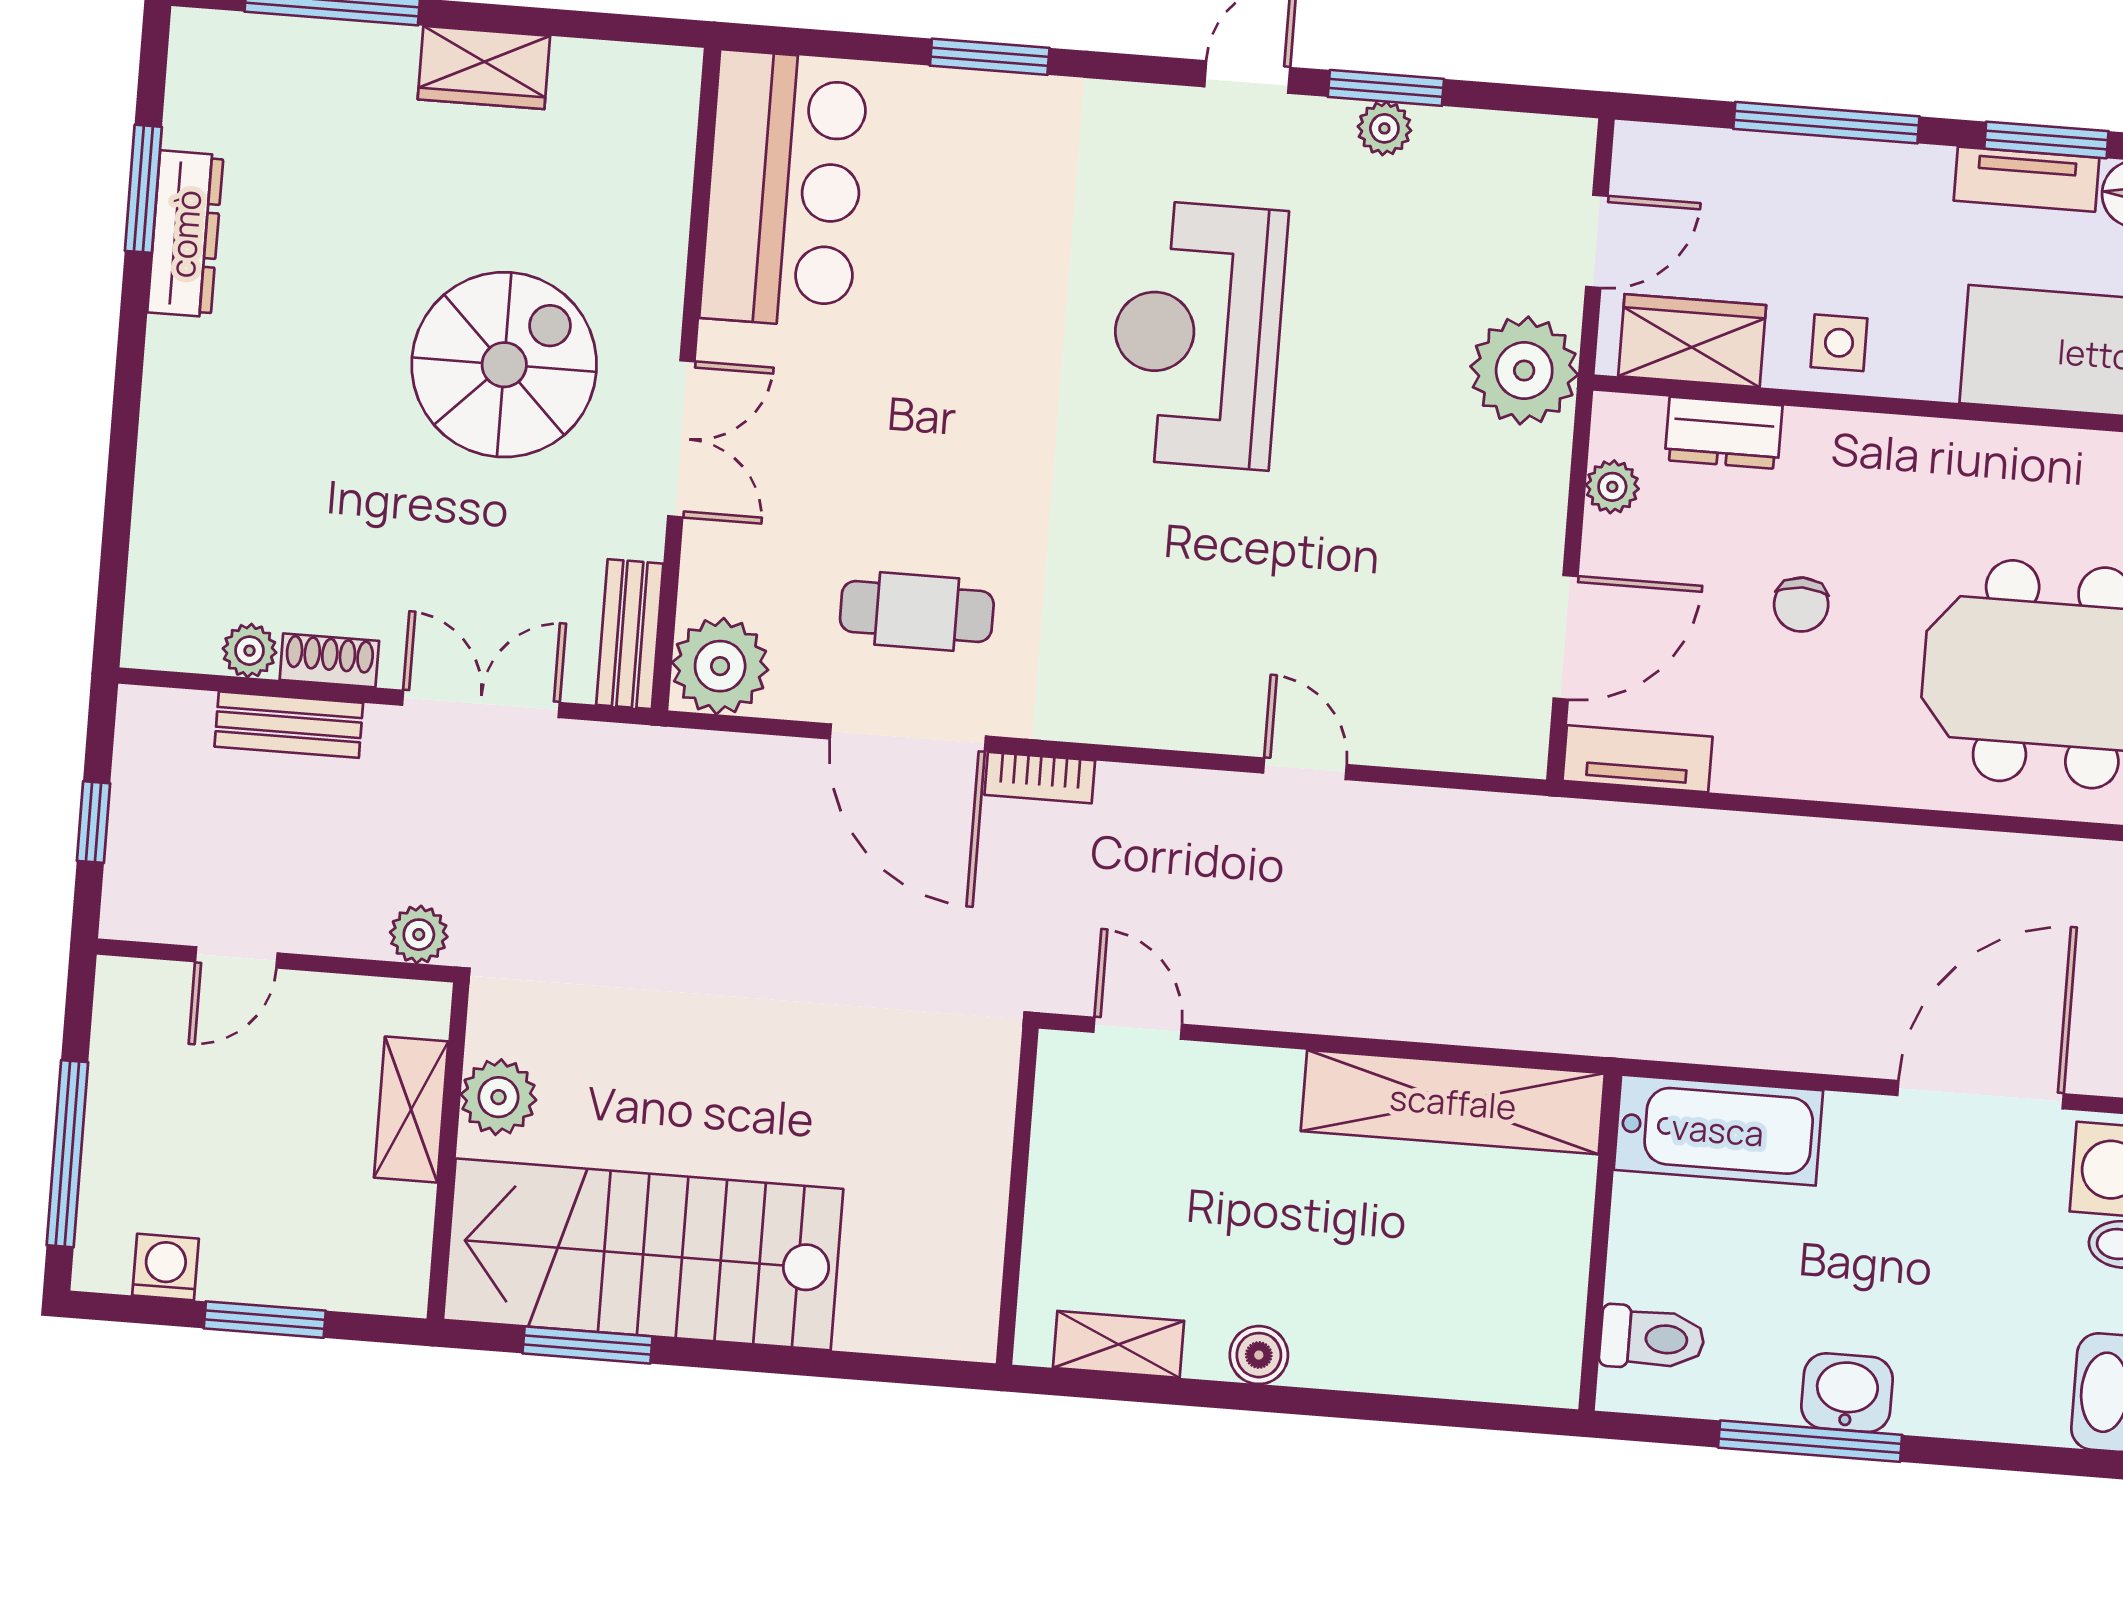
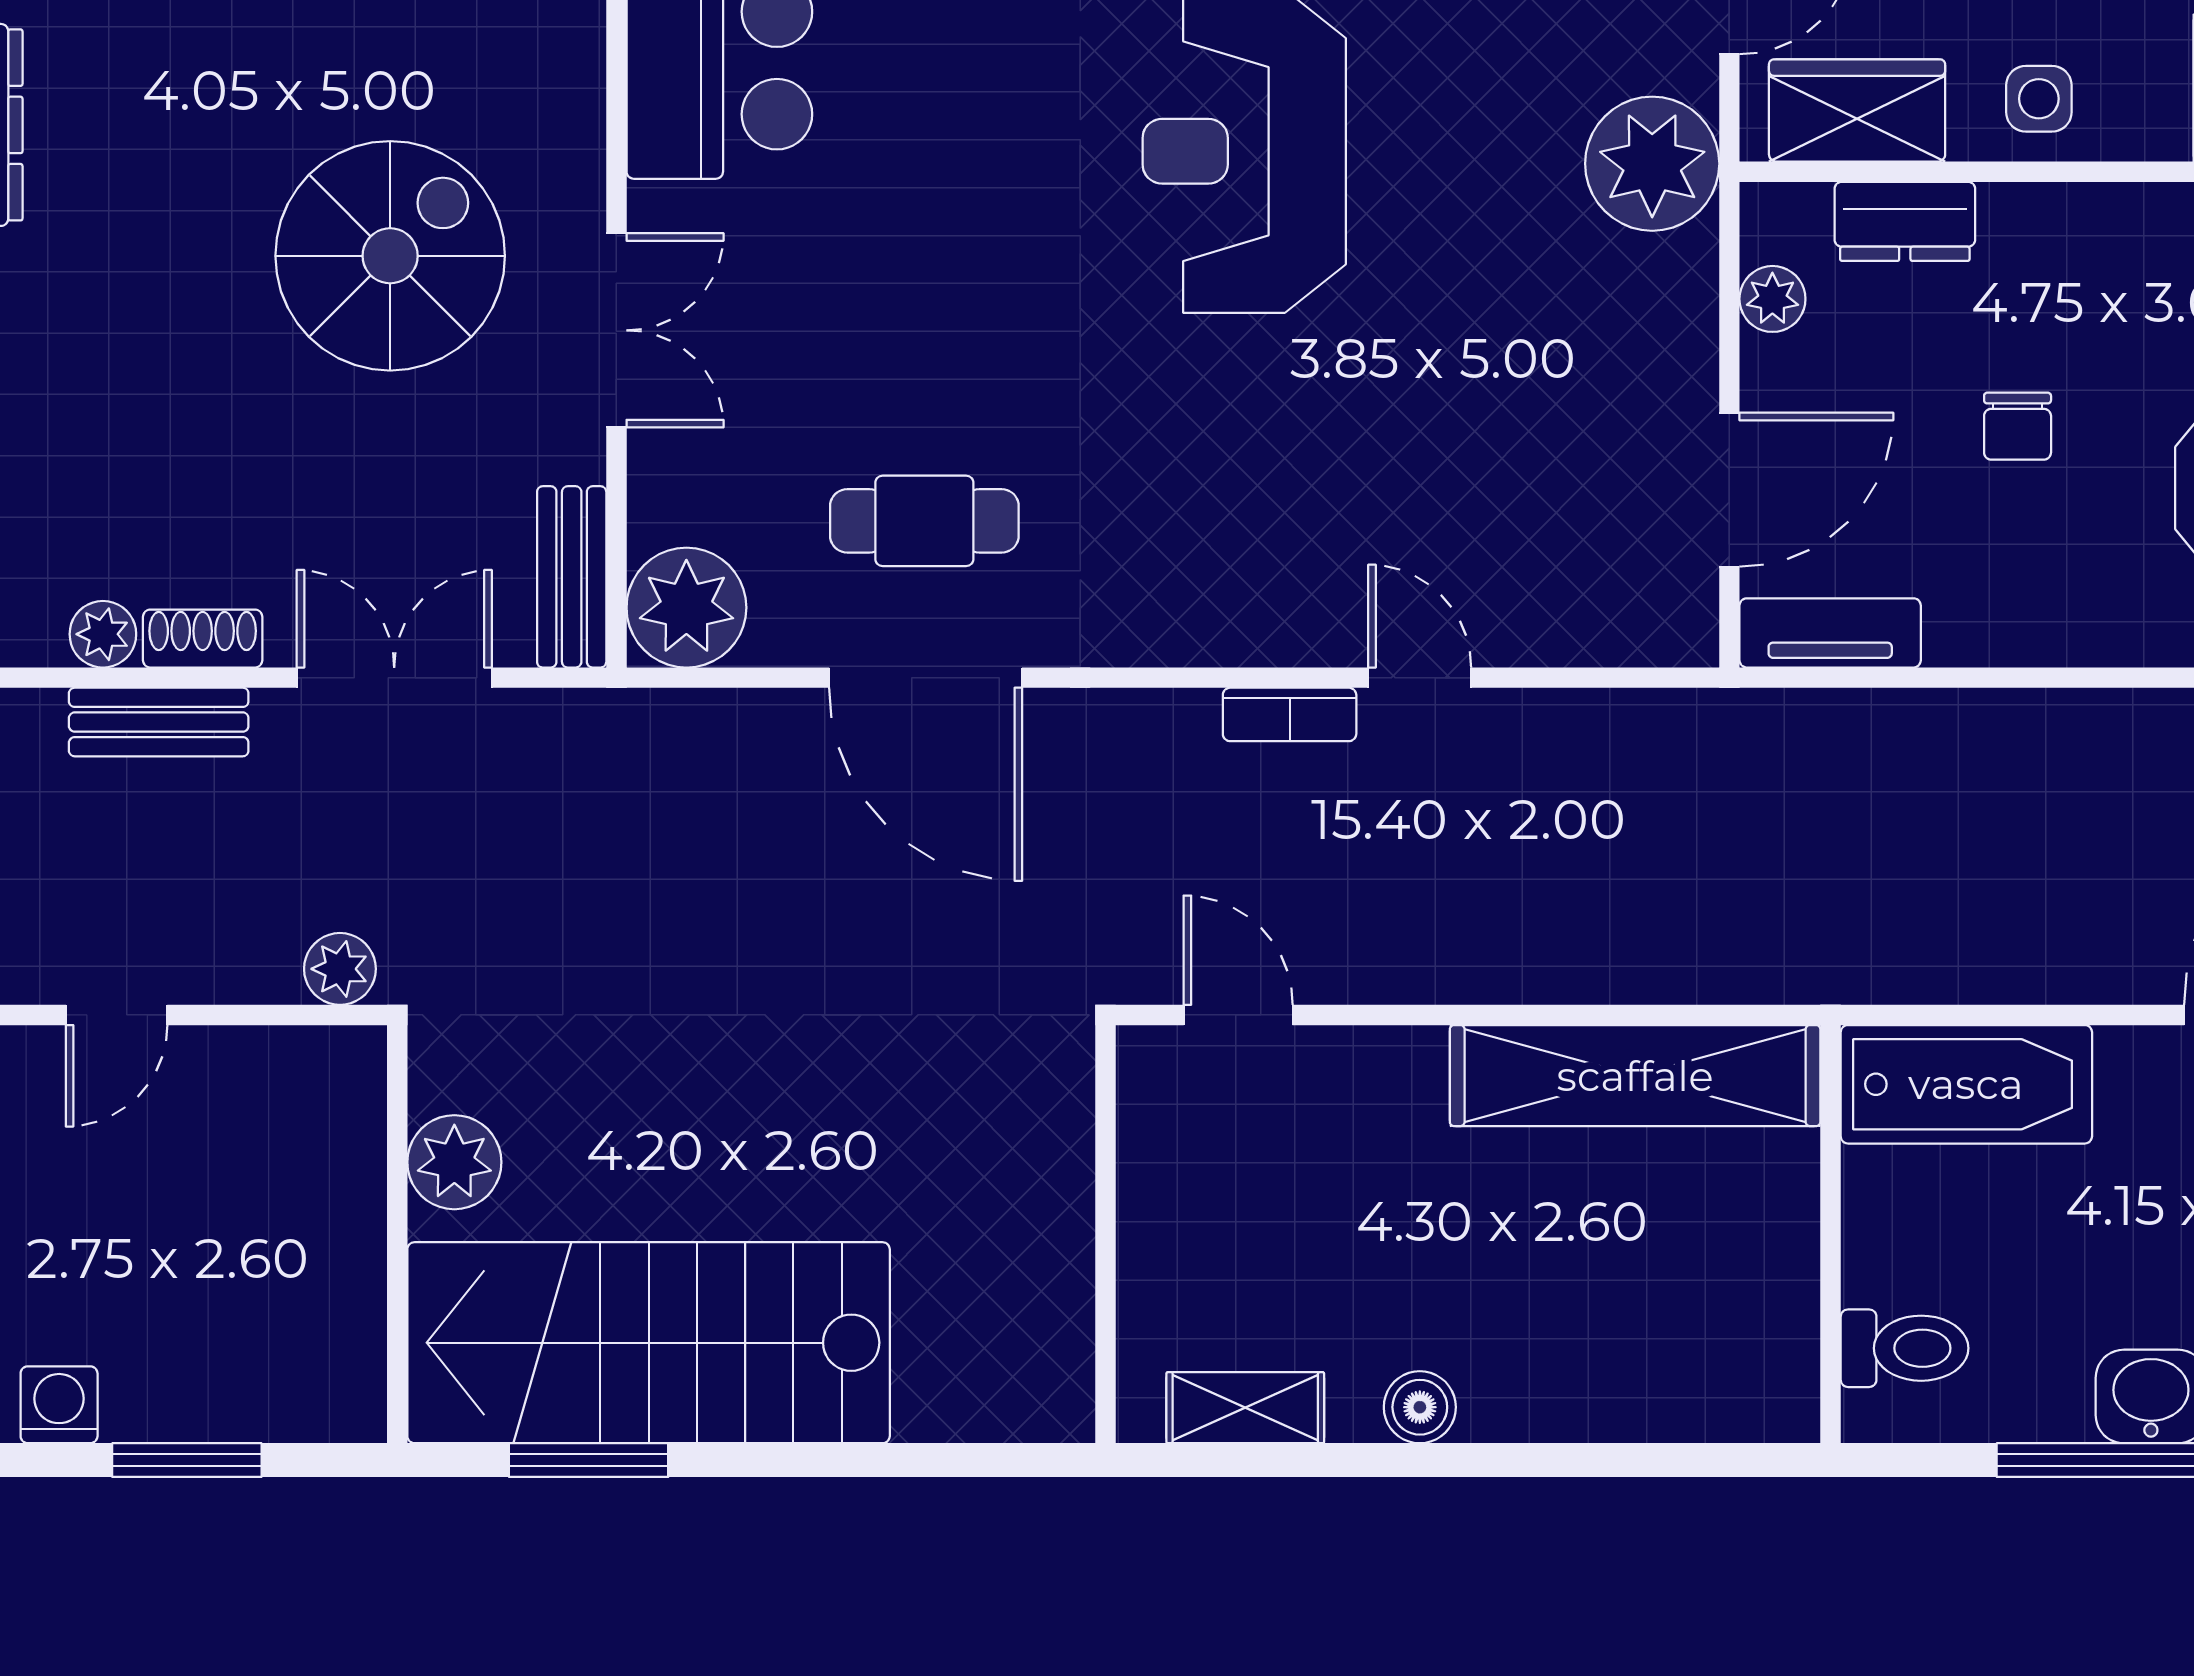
bookcase: (1040, 778) -> (1290, 714), moved
shelving: (411, 1110) -> (348, 1186), removed

